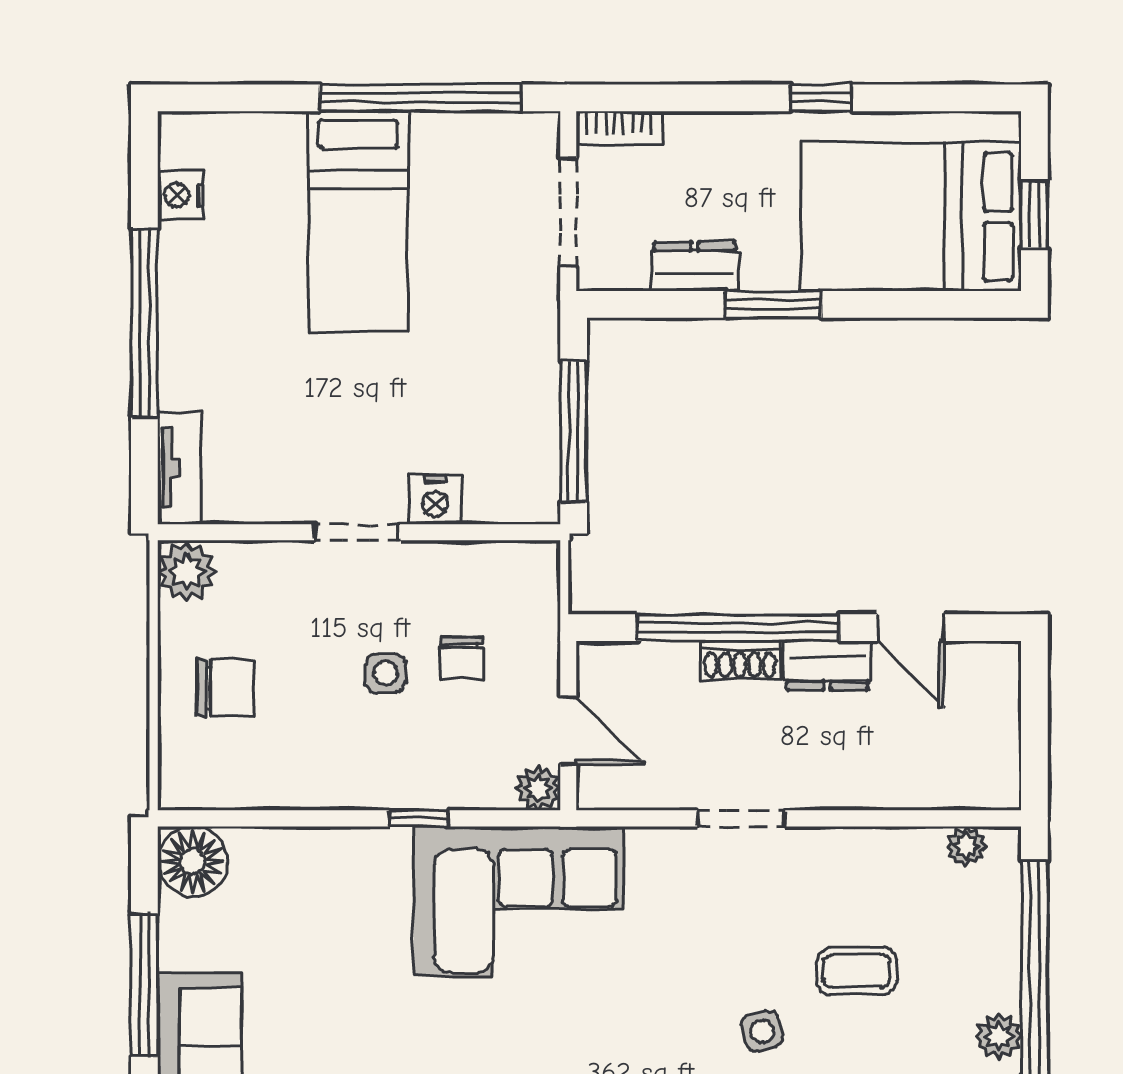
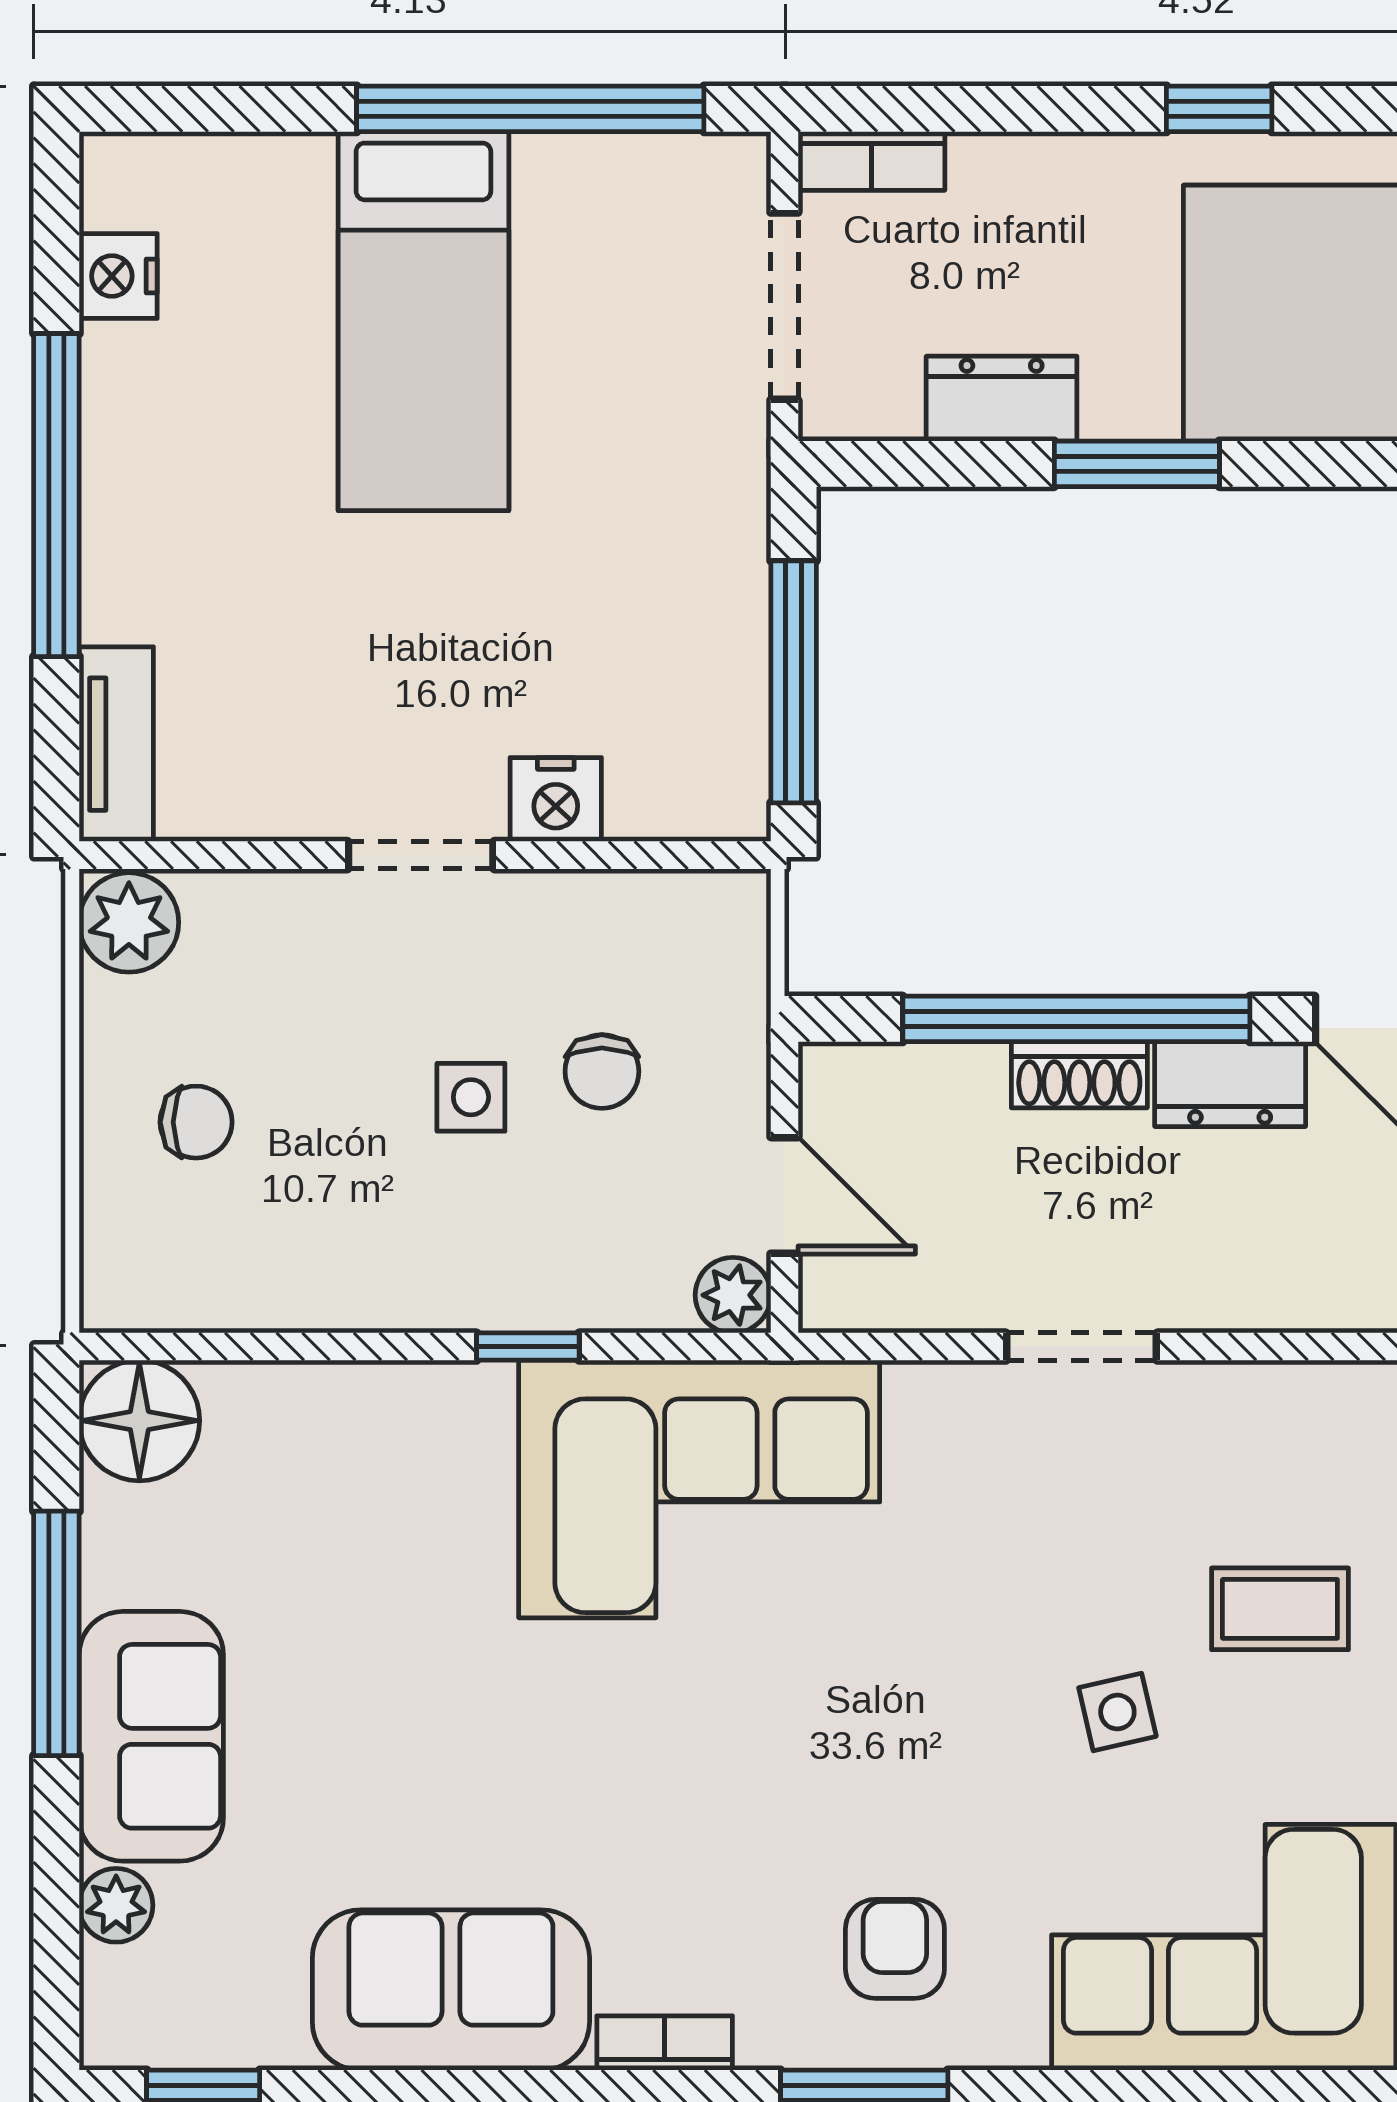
chair: (226, 688) -> (196, 1122), width x0.73, depth x0.73

